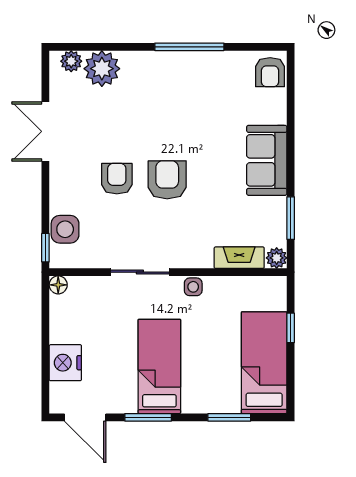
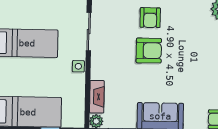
armchair: (117, 179) -> (150, 18), turned 90

